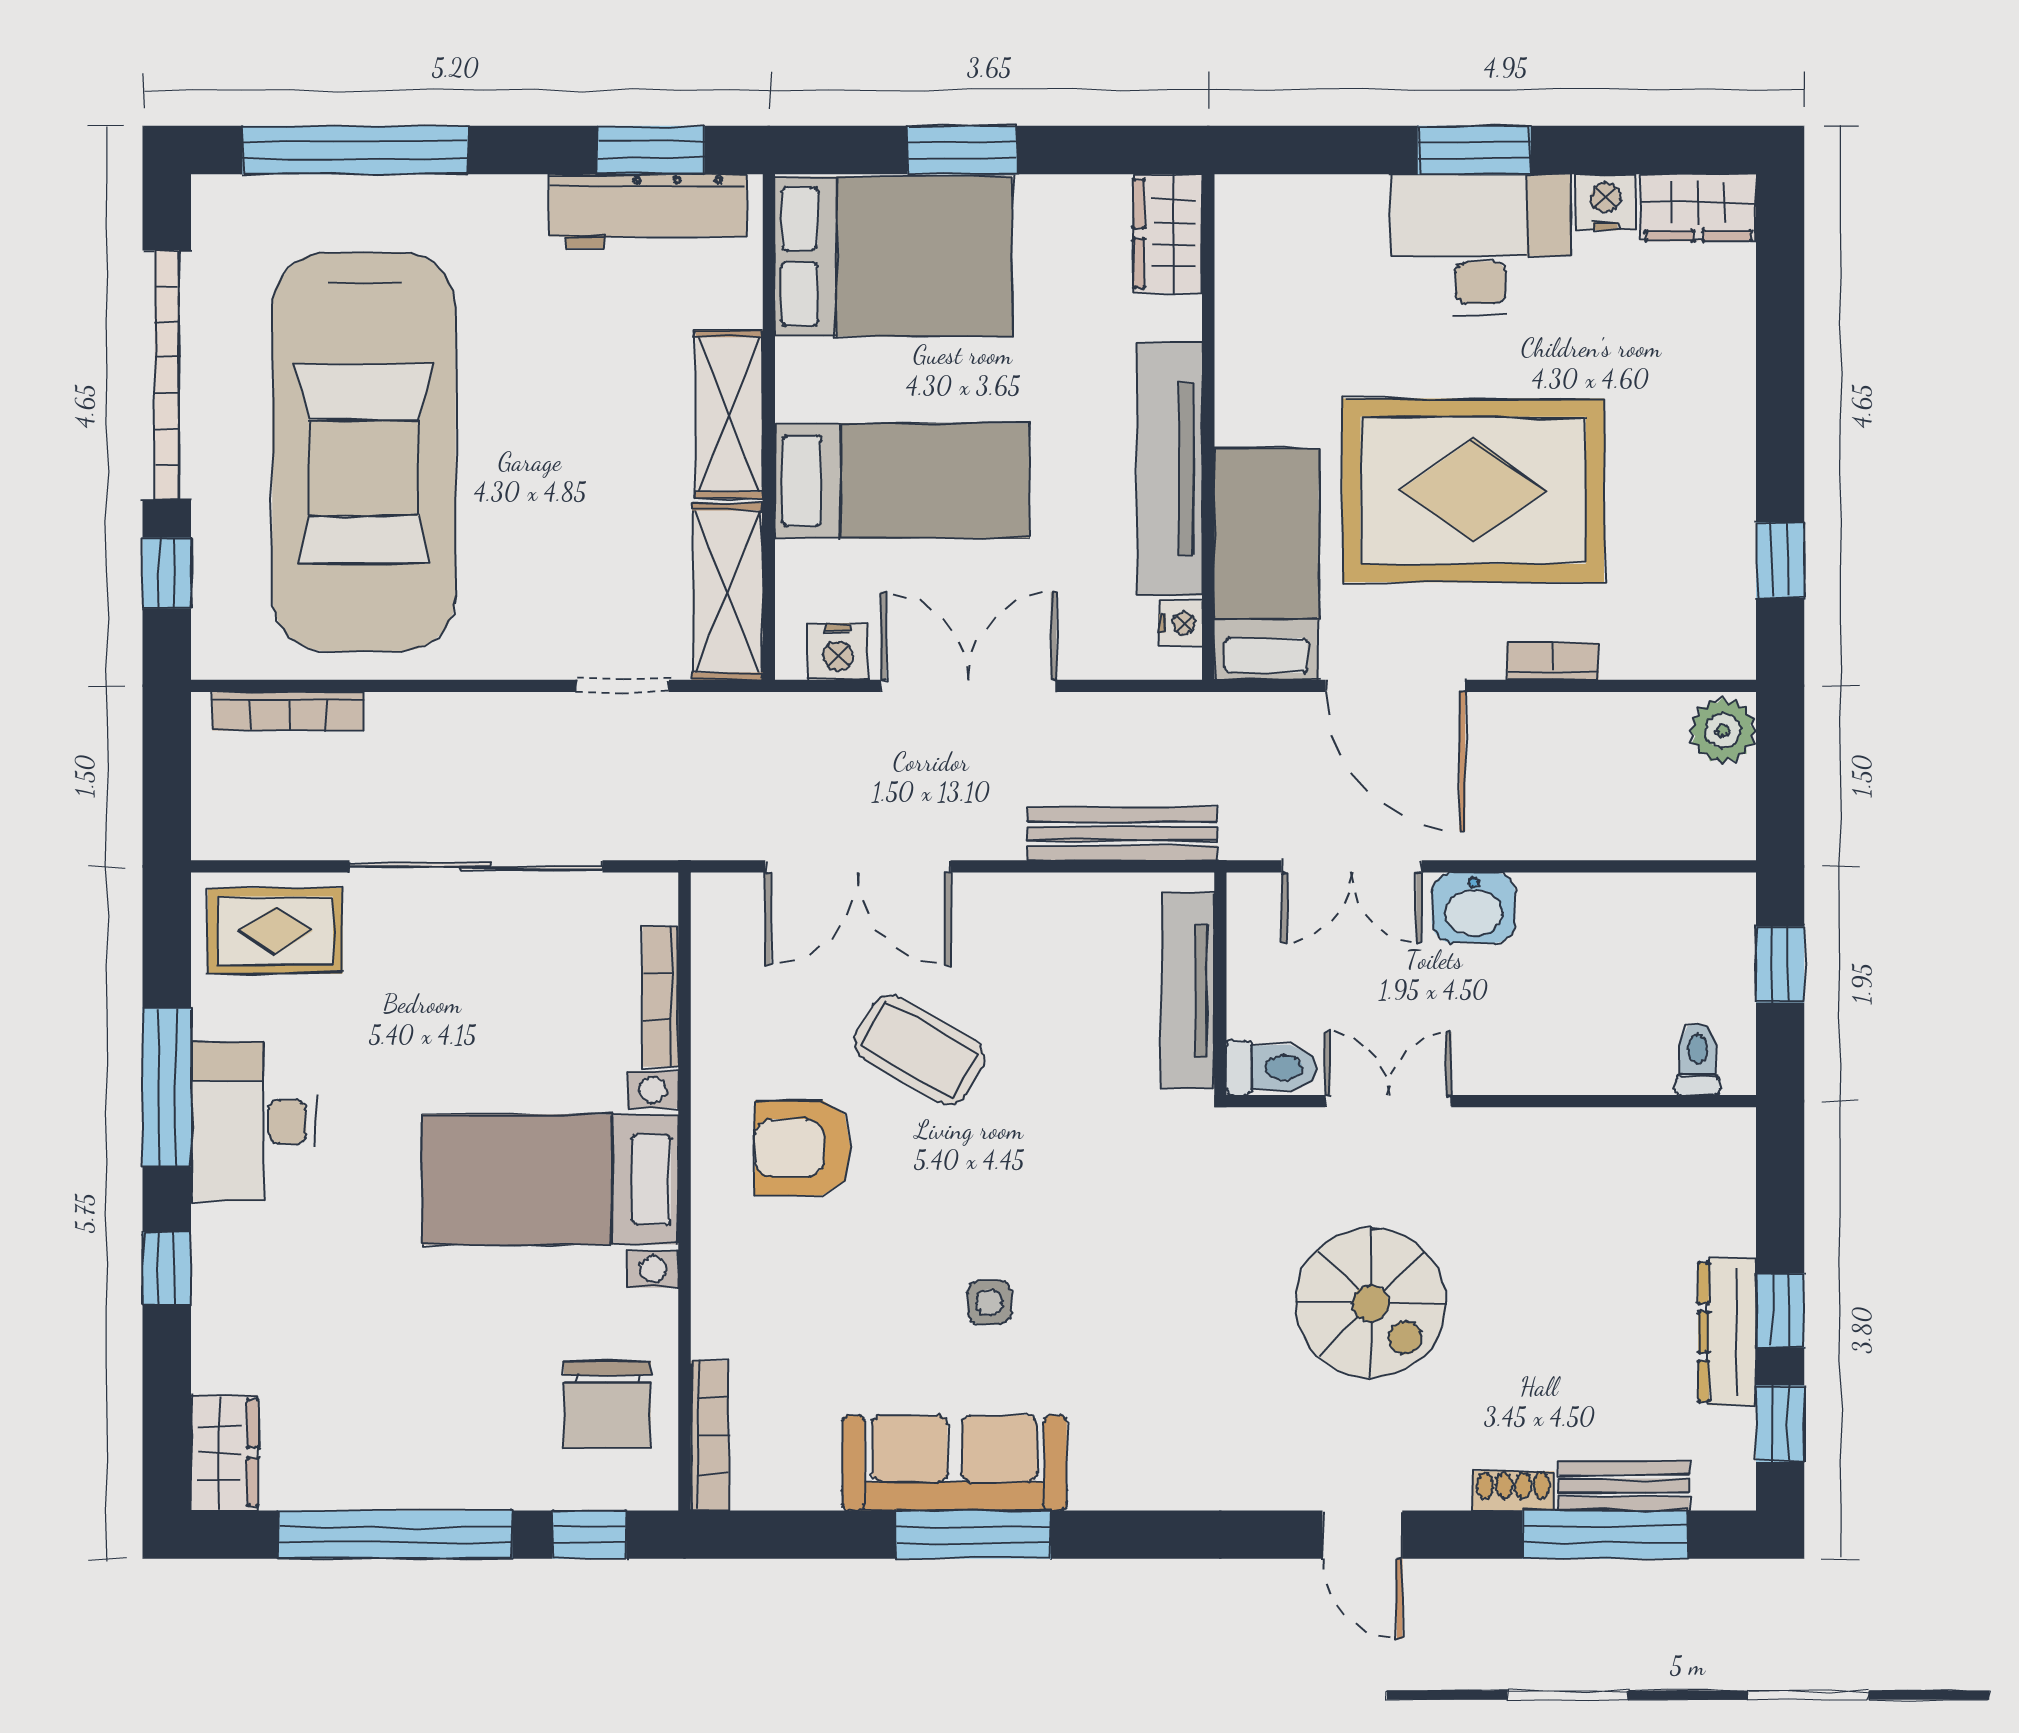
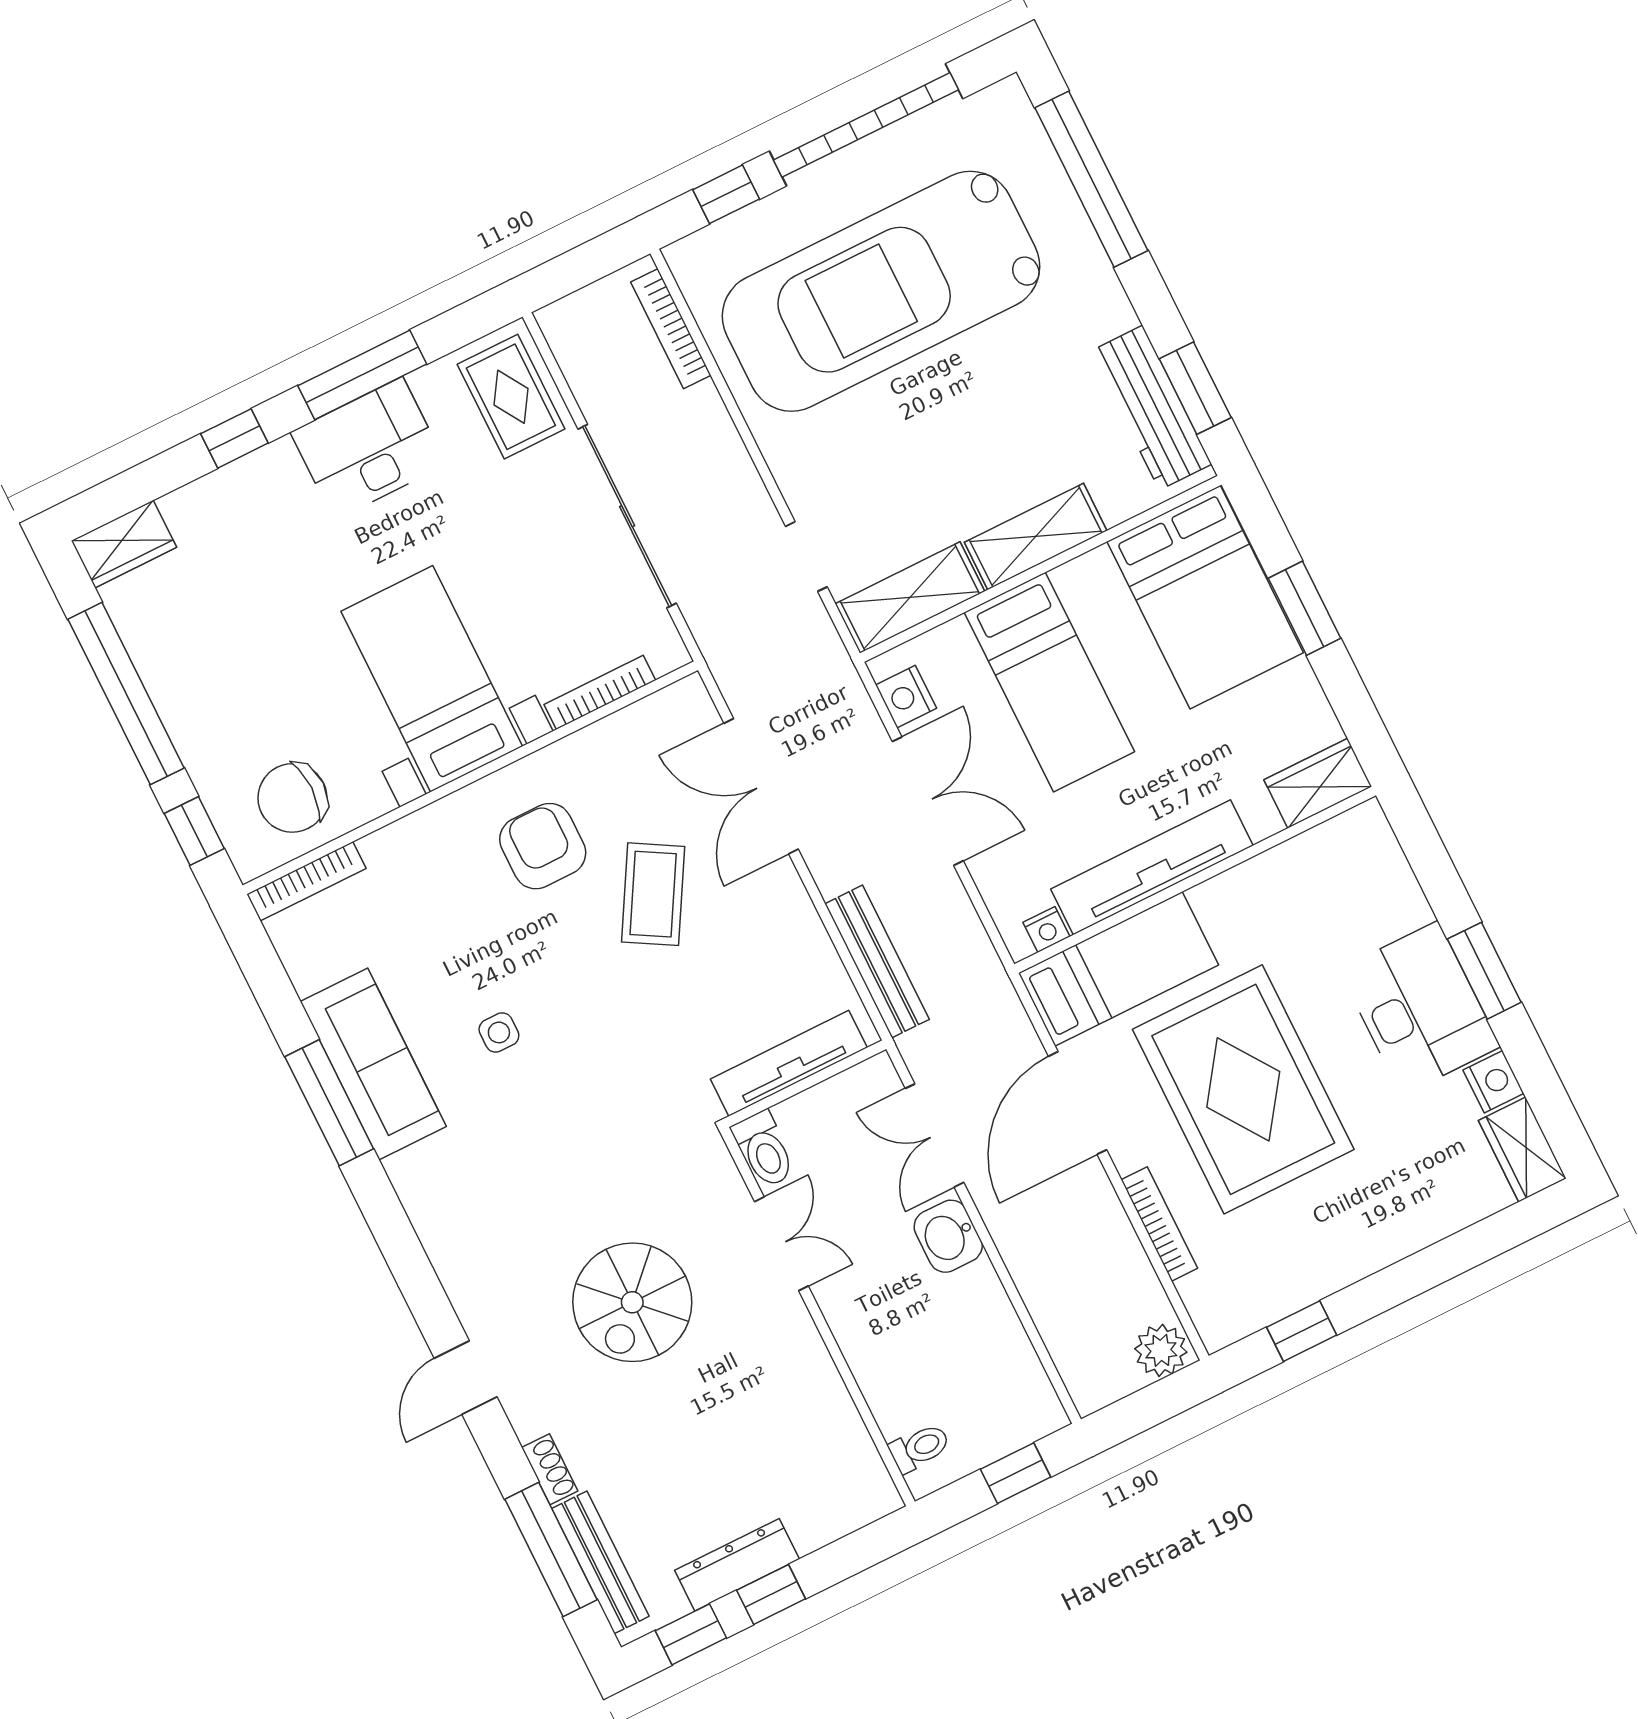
bookcase: (1553, 661) -> (1159, 1224), width x1.56
bench: (1624, 1486) -> (600, 1562), width x1.36

